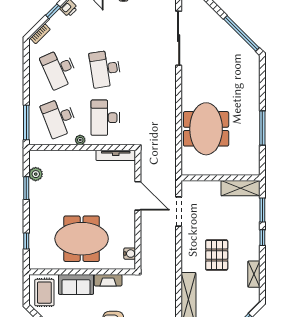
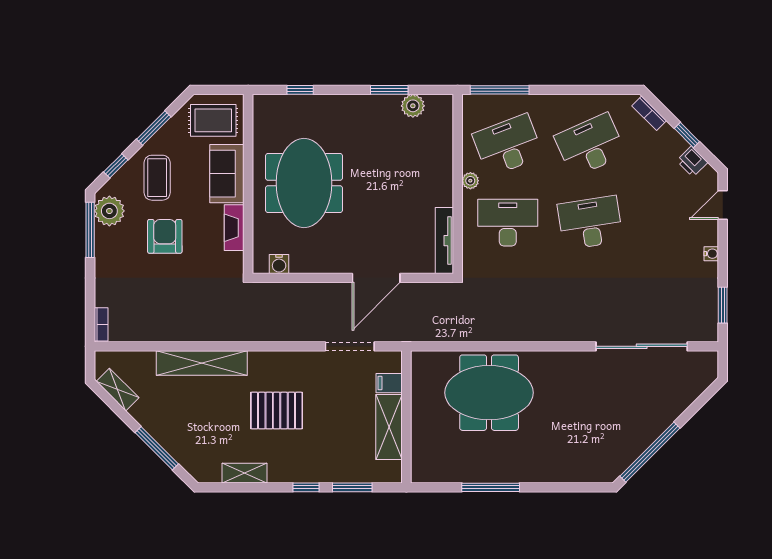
filing cabinet: (200, 188) -> (389, 383), added
shelving: (240, 188) -> (389, 427), moved

